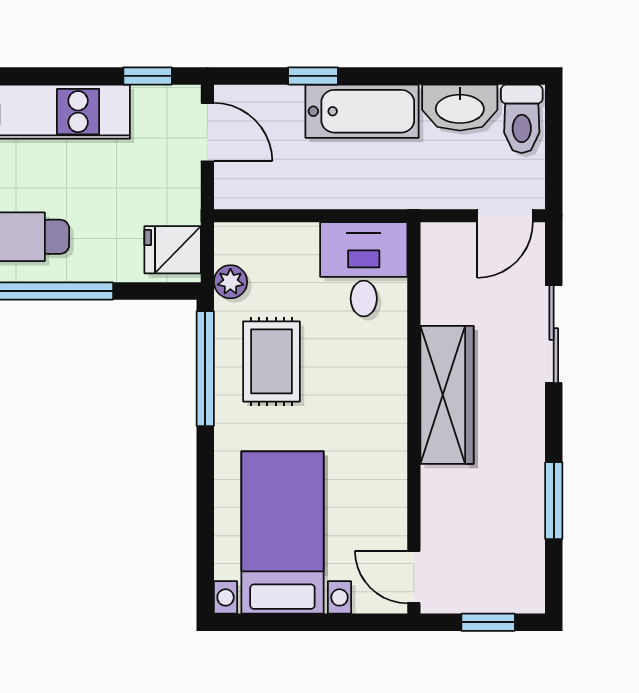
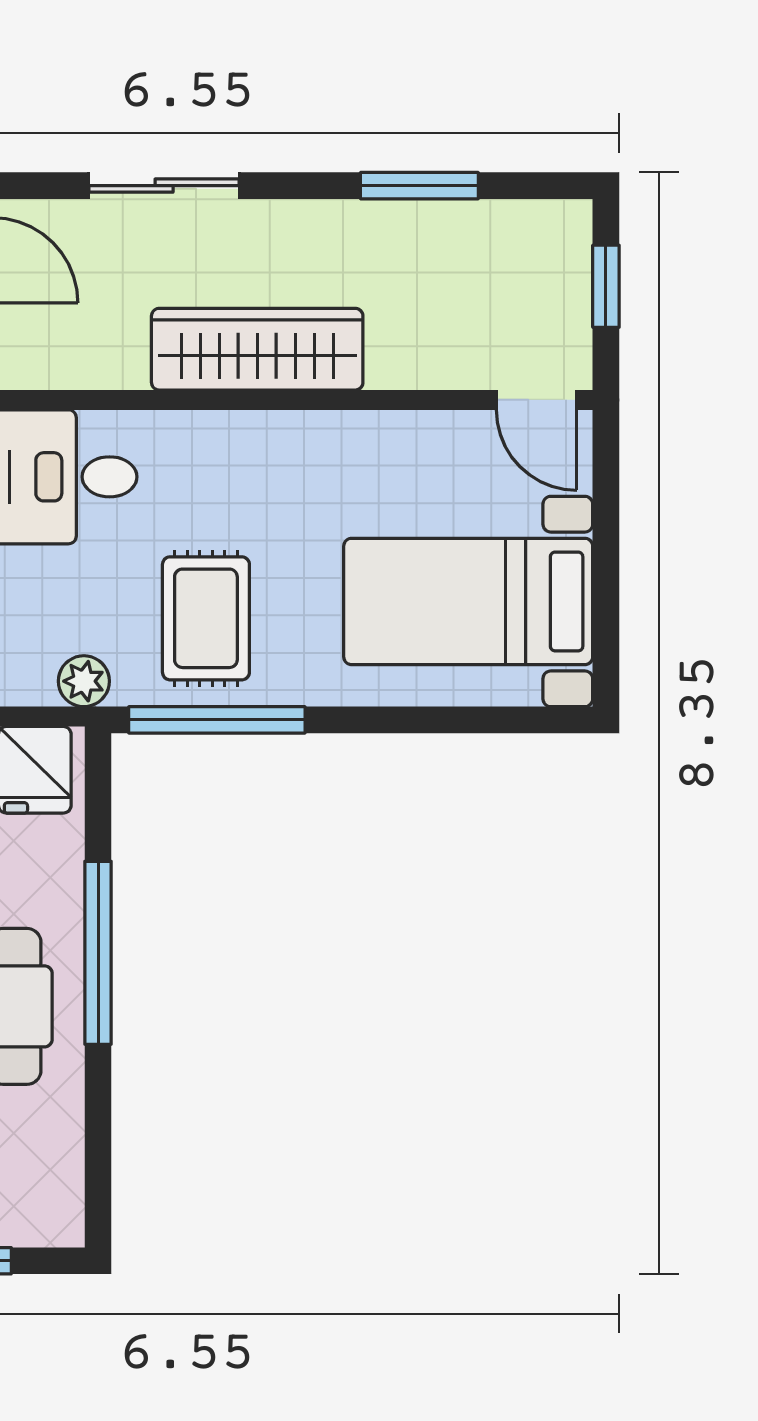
rug: (271, 361) -> (206, 618), turned 90
door: (414, 577) -> (537, 400), hinge flipped

